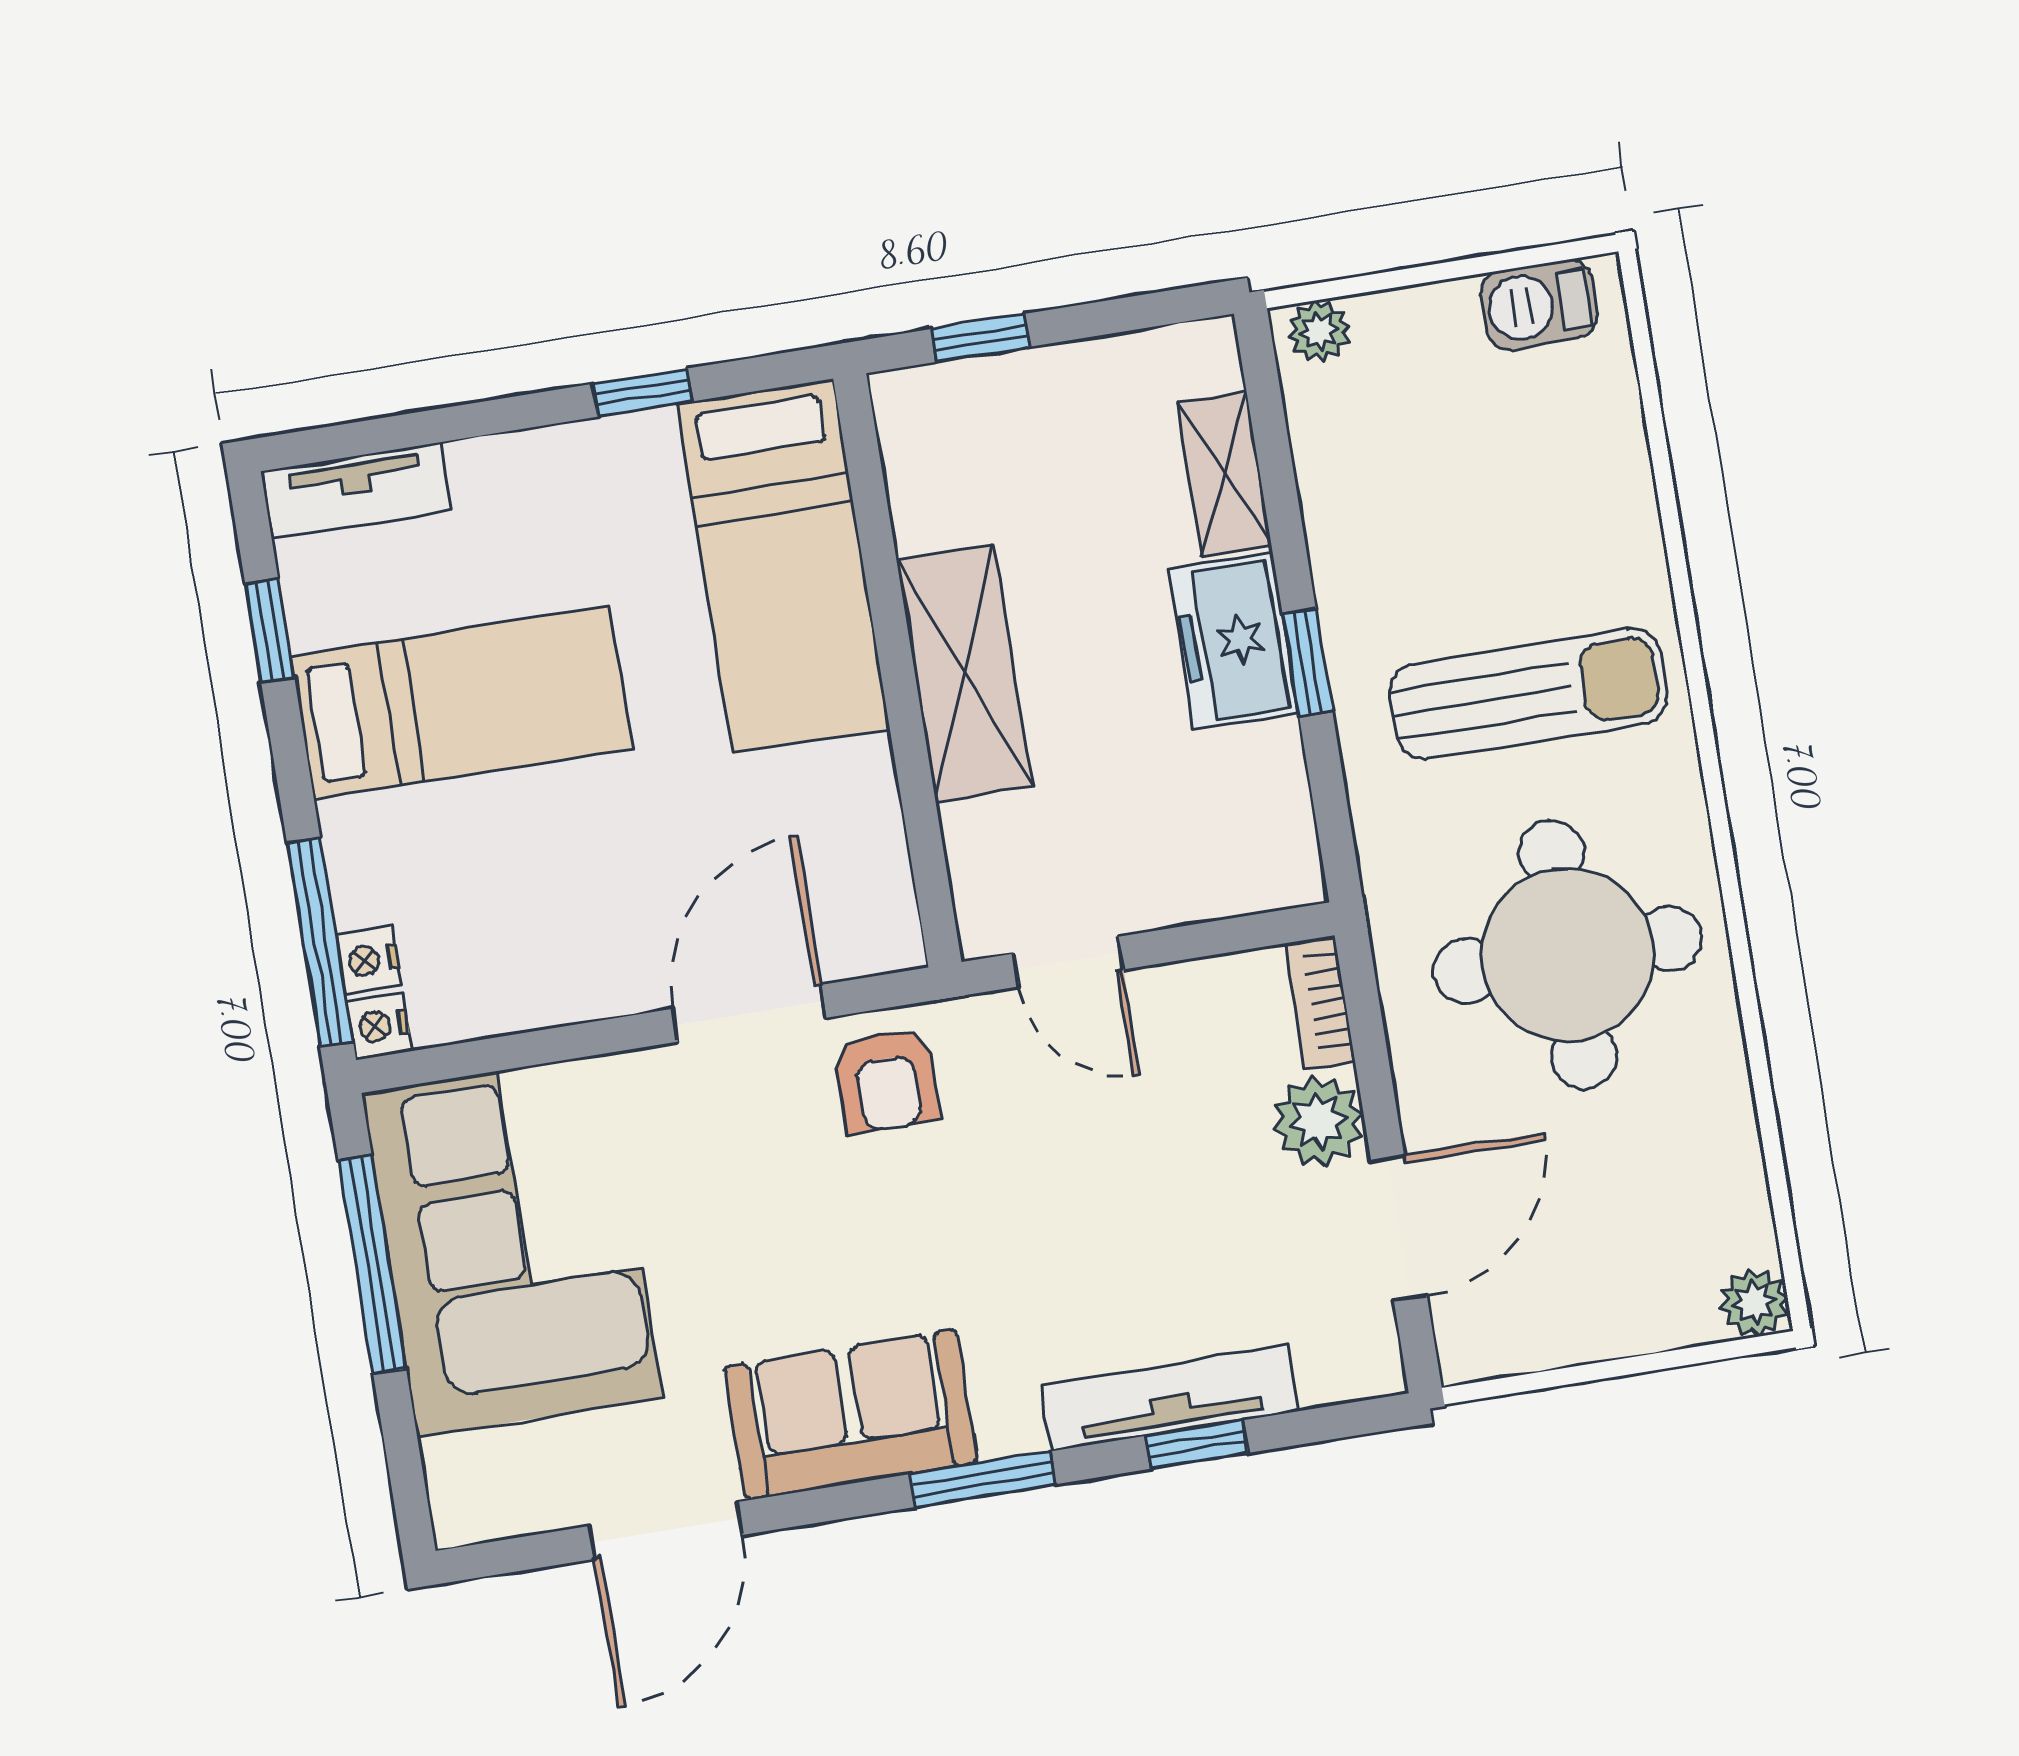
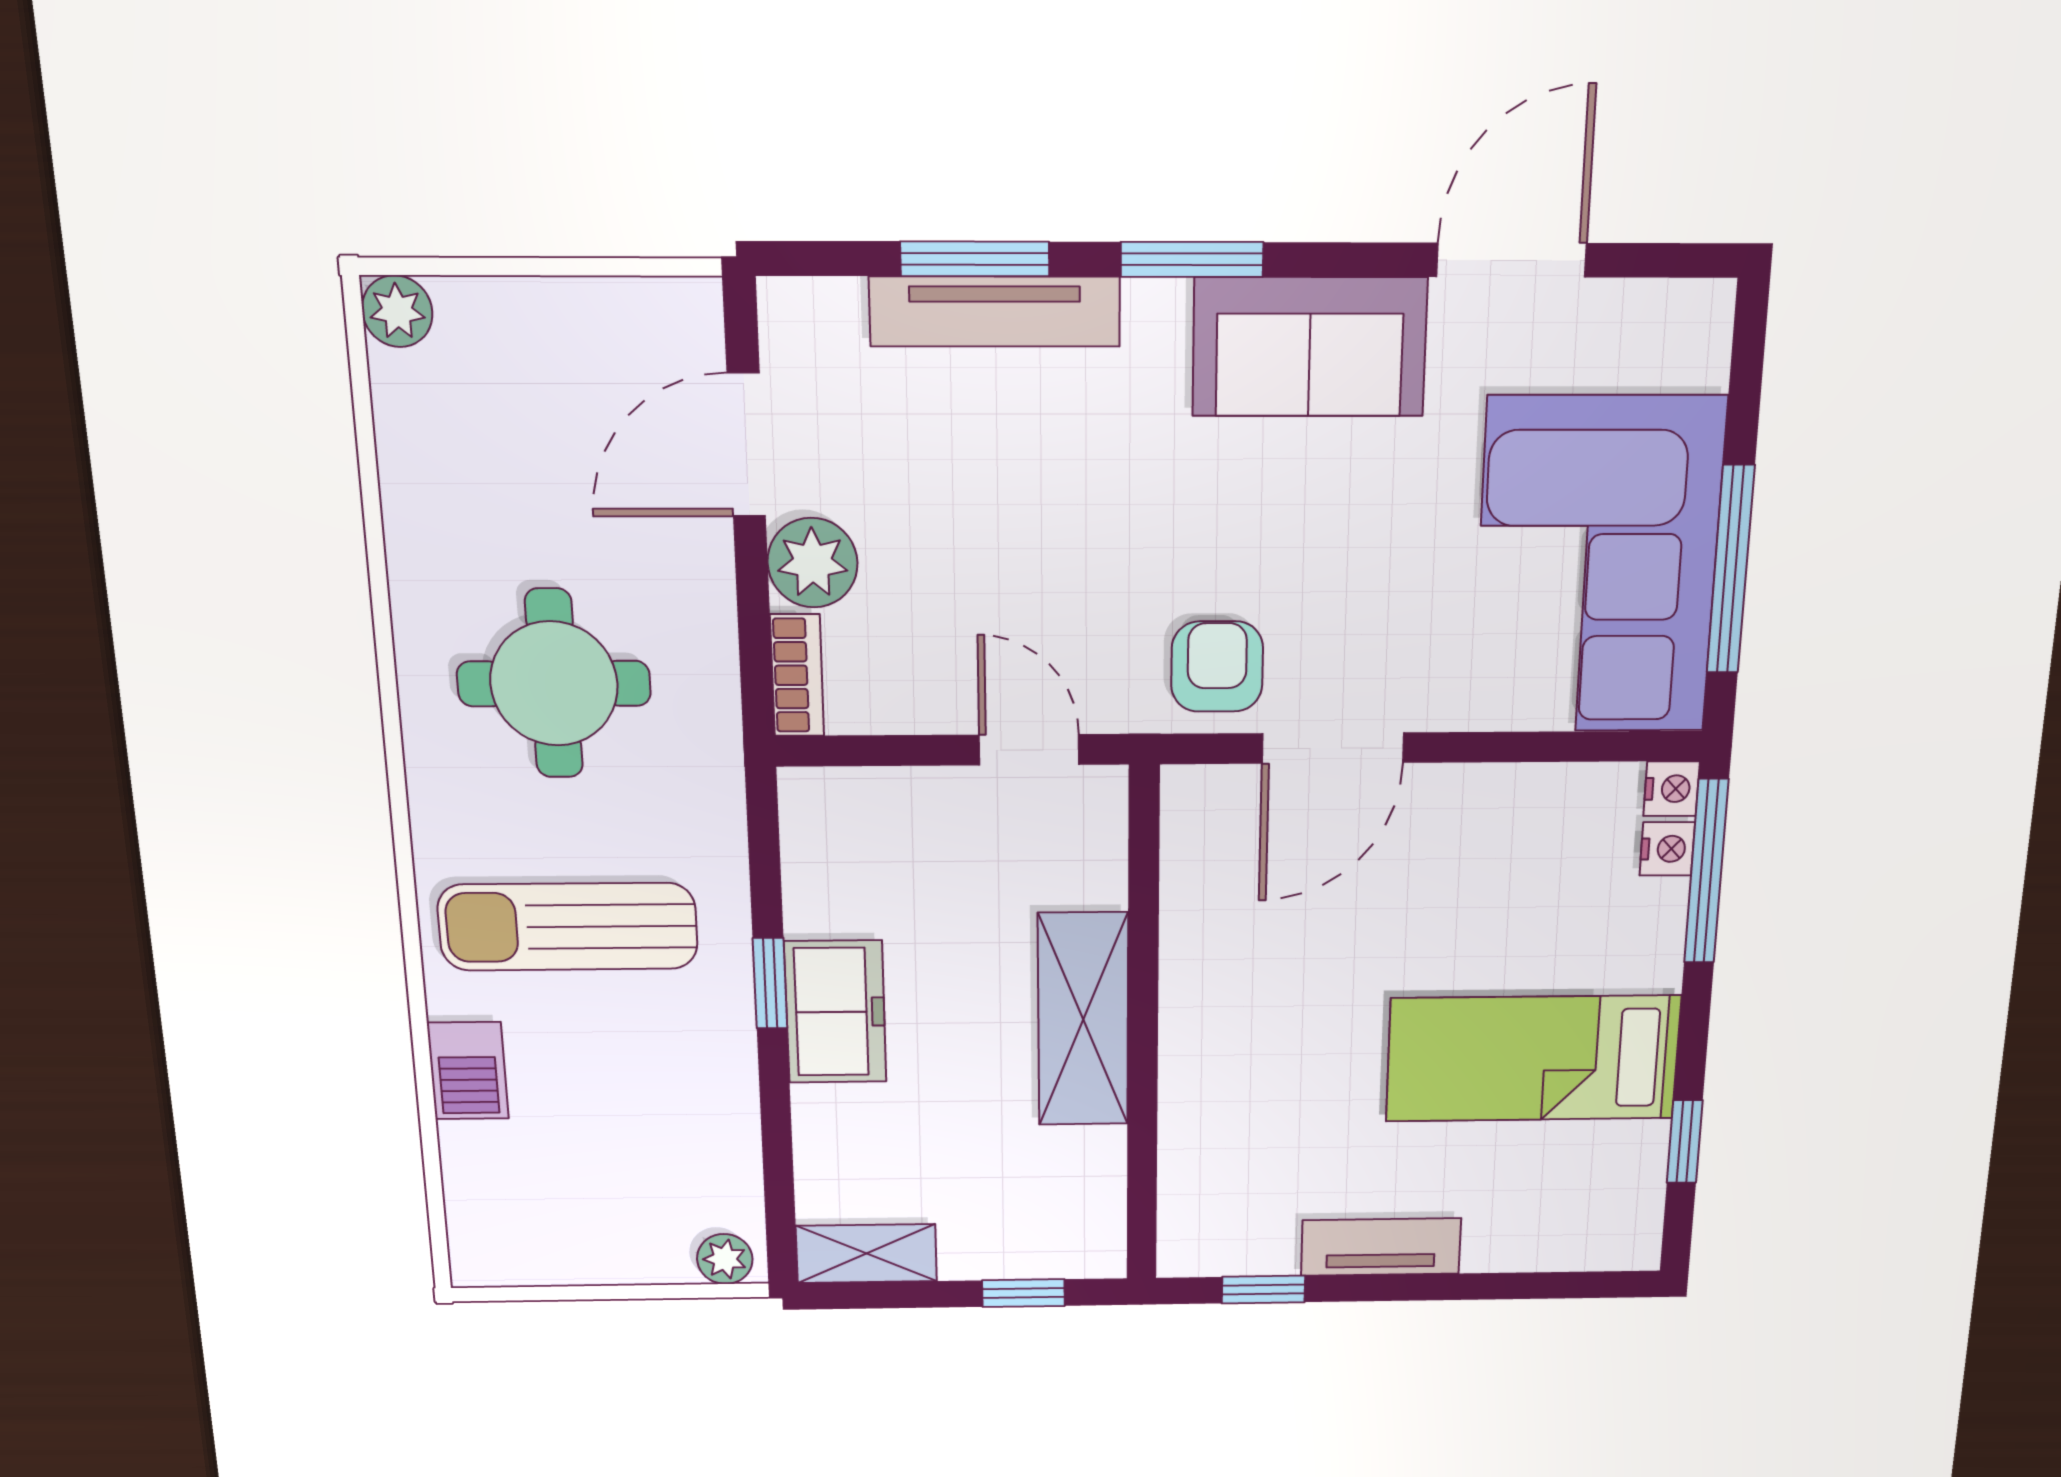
barbecue: (1539, 305) -> (468, 1071), moved, turned 90
window: (642, 393) -> (1263, 1290), moved
shelving: (1224, 474) -> (866, 1254), moved, turned 90
tv unit: (357, 491) -> (1381, 1247), moved
bed: (783, 566) -> (1228, 1132), removed
round table: (1568, 955) -> (554, 684), width x0.73, depth x0.73
window: (1197, 1444) -> (975, 259), width x1.50

